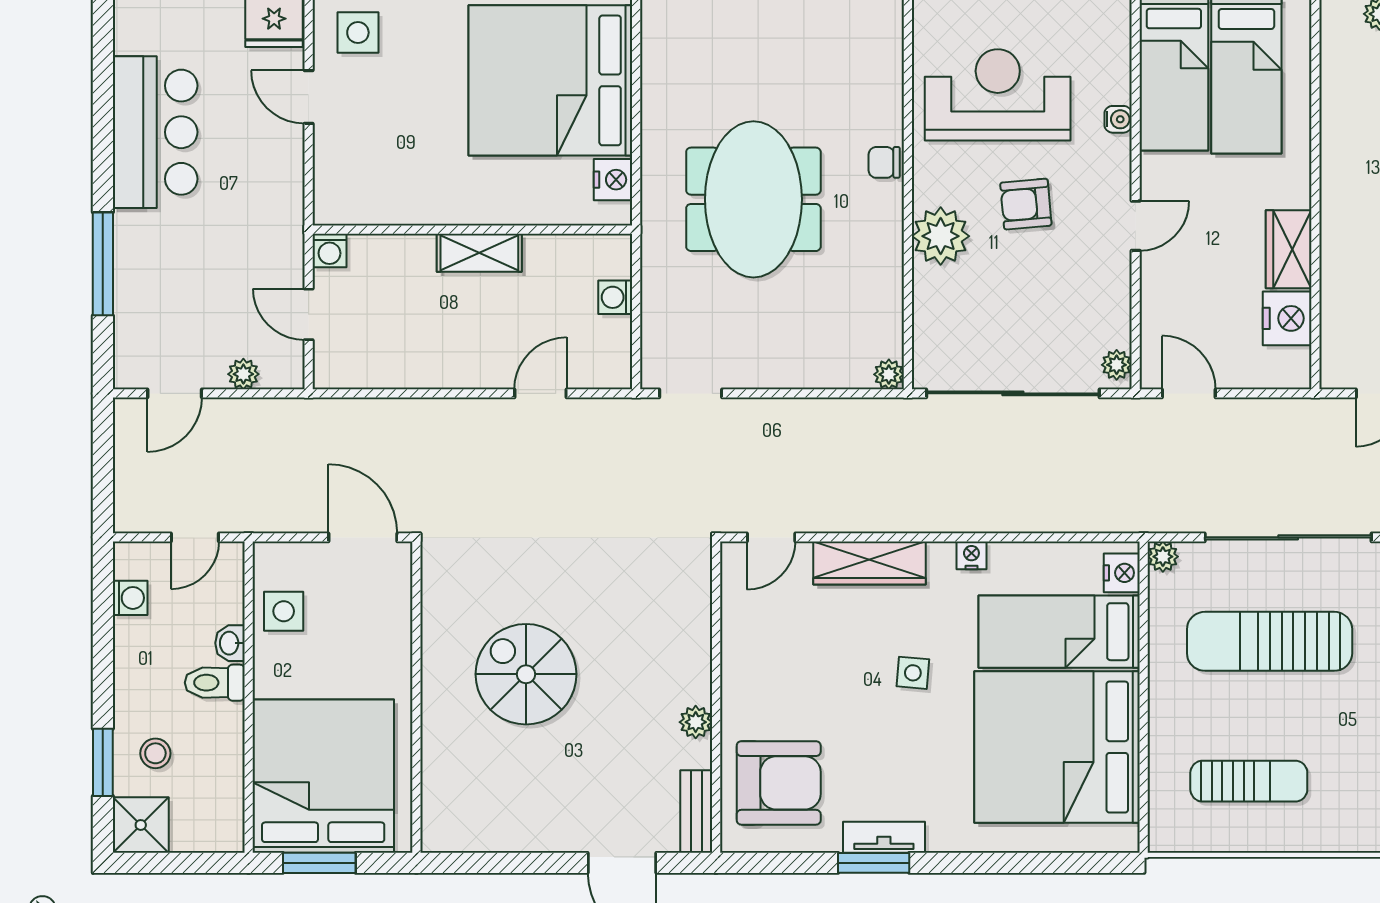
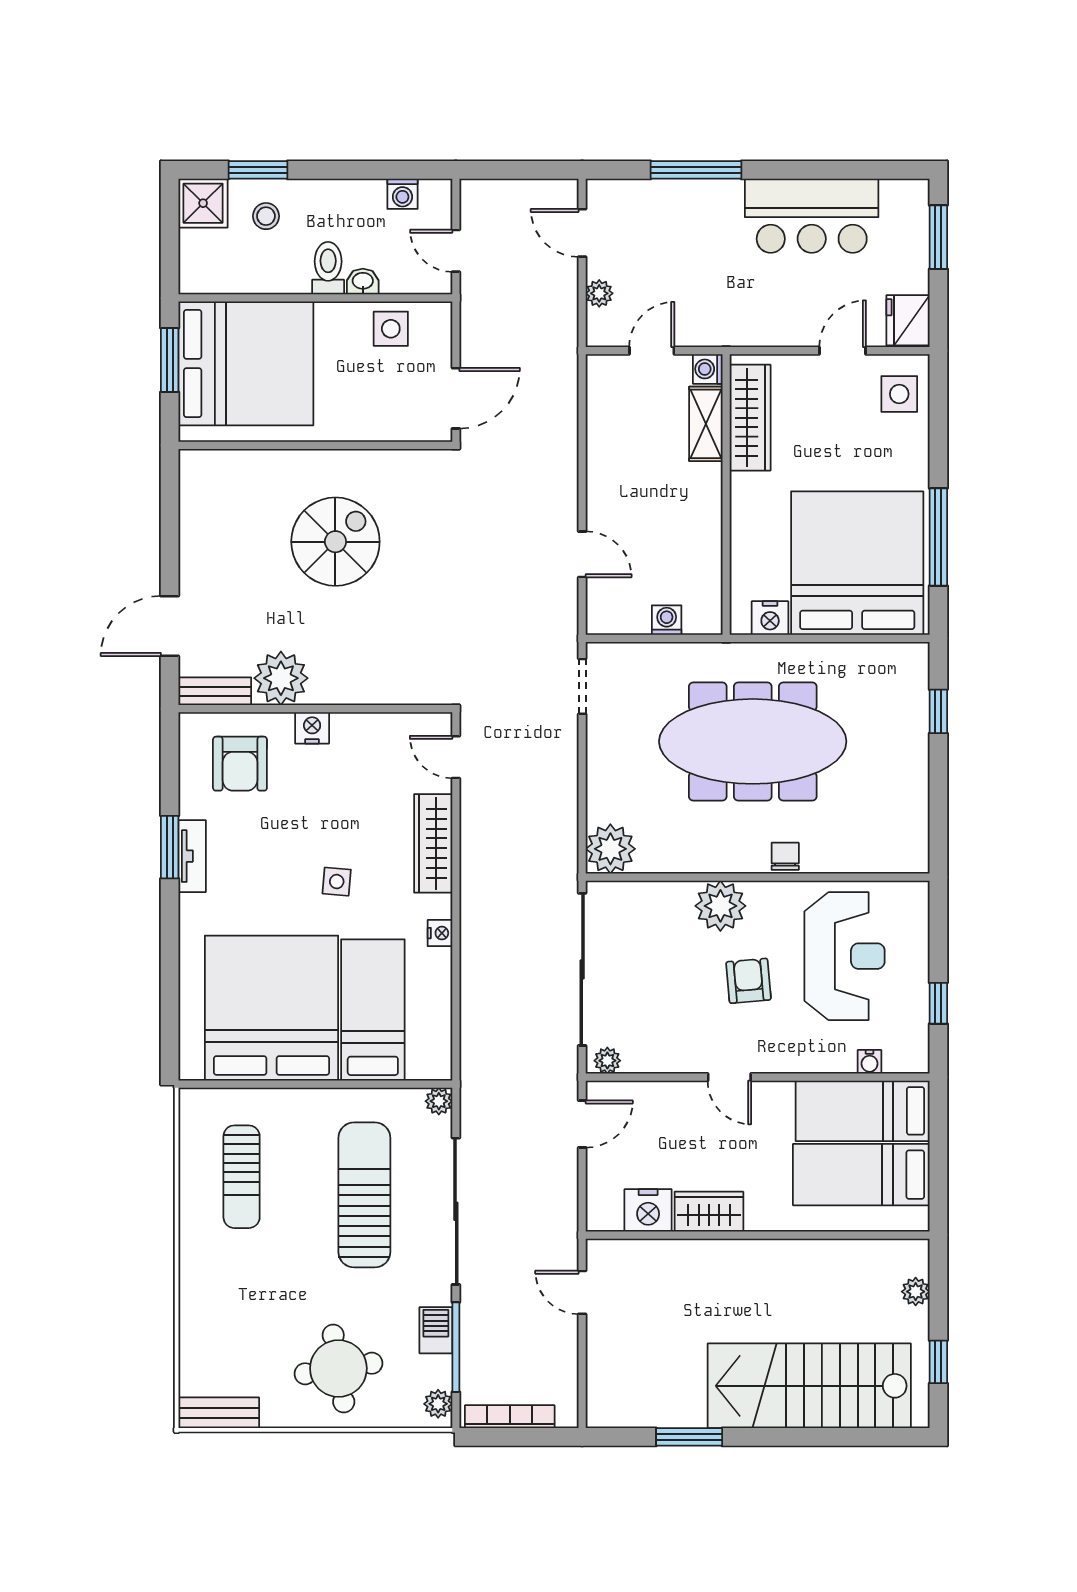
water cooler: (1118, 119) -> (870, 1062), moved
meeting table: (753, 199) -> (753, 741), width x1.36
wardrobe: (385, 202) -> (750, 418), added
shelving: (479, 253) -> (706, 424), moved
plant: (889, 374) -> (610, 849), width x1.88, depth x1.88
nightstand: (1122, 573) -> (312, 728), moved, turned 180
plant: (696, 722) -> (281, 678), width x1.87, depth x1.87
armchair: (779, 783) -> (240, 764), width x0.73, depth x0.73

